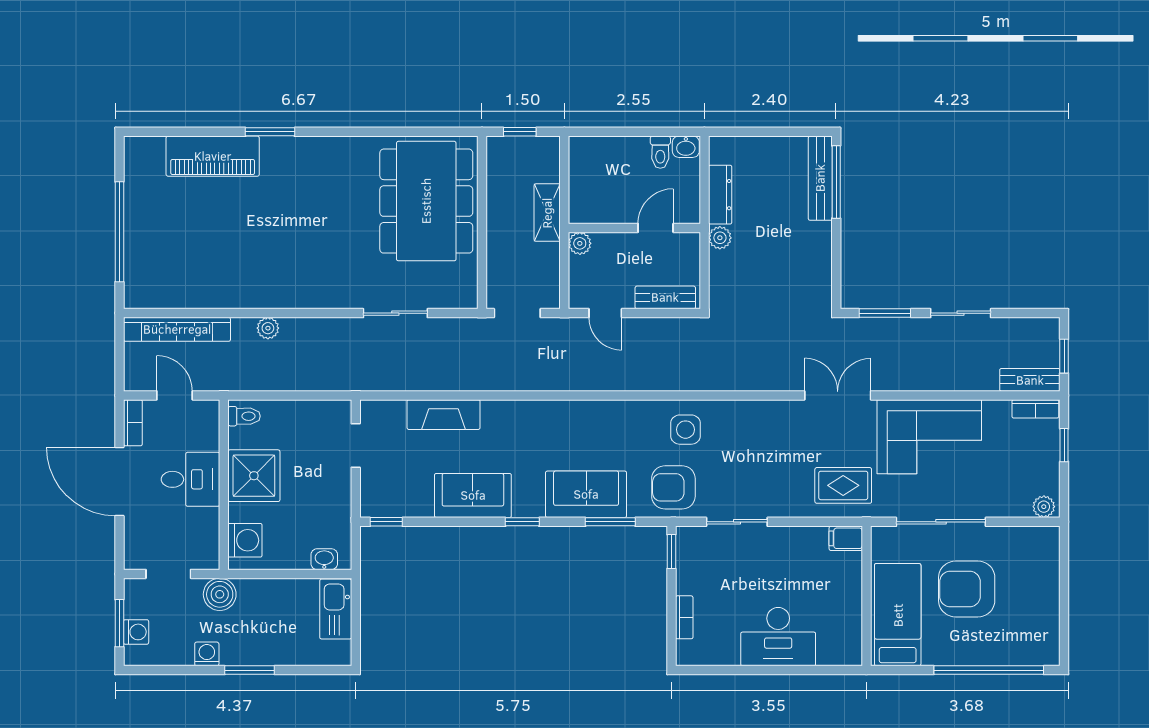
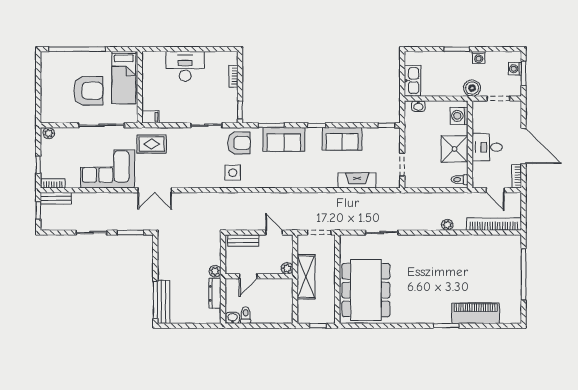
shelving: (547, 213) -> (306, 277), width x1.50, depth x1.33

